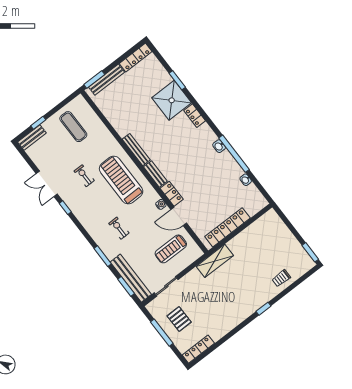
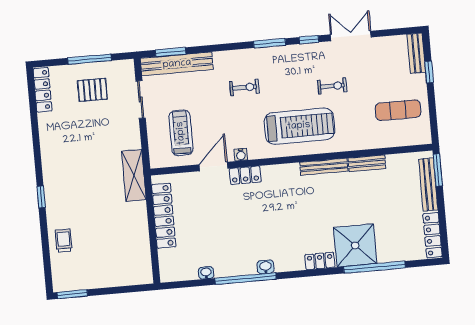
window: (177, 80) -> (374, 267), width x2.11
bench: (155, 174) -> (367, 163), moved
window: (103, 256) -> (270, 43), moved

